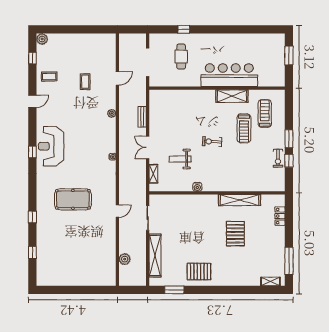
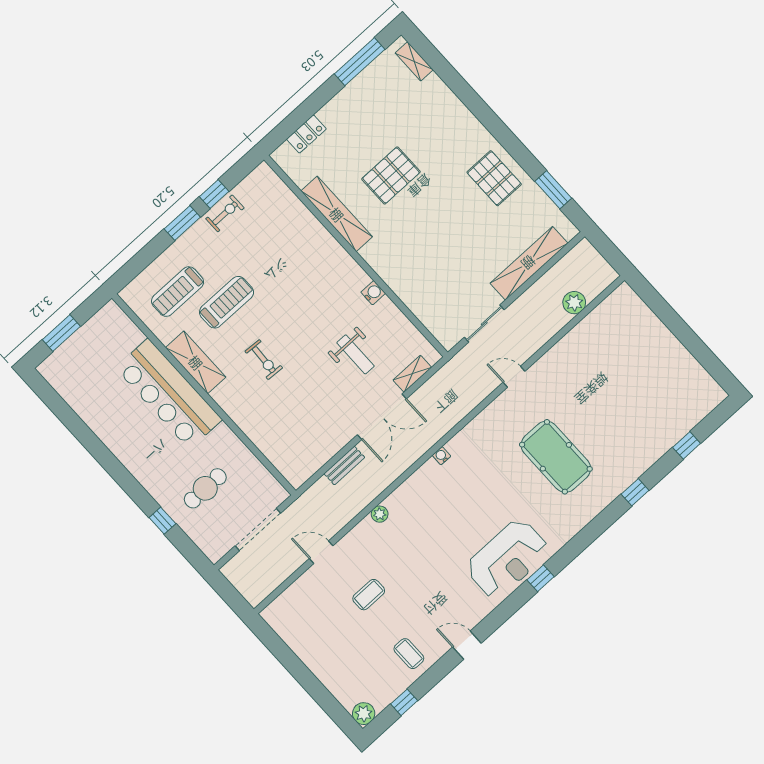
exercise bike: (212, 142) -> (264, 360), moved
double door: (148, 148) -> (382, 417), width x1.37

